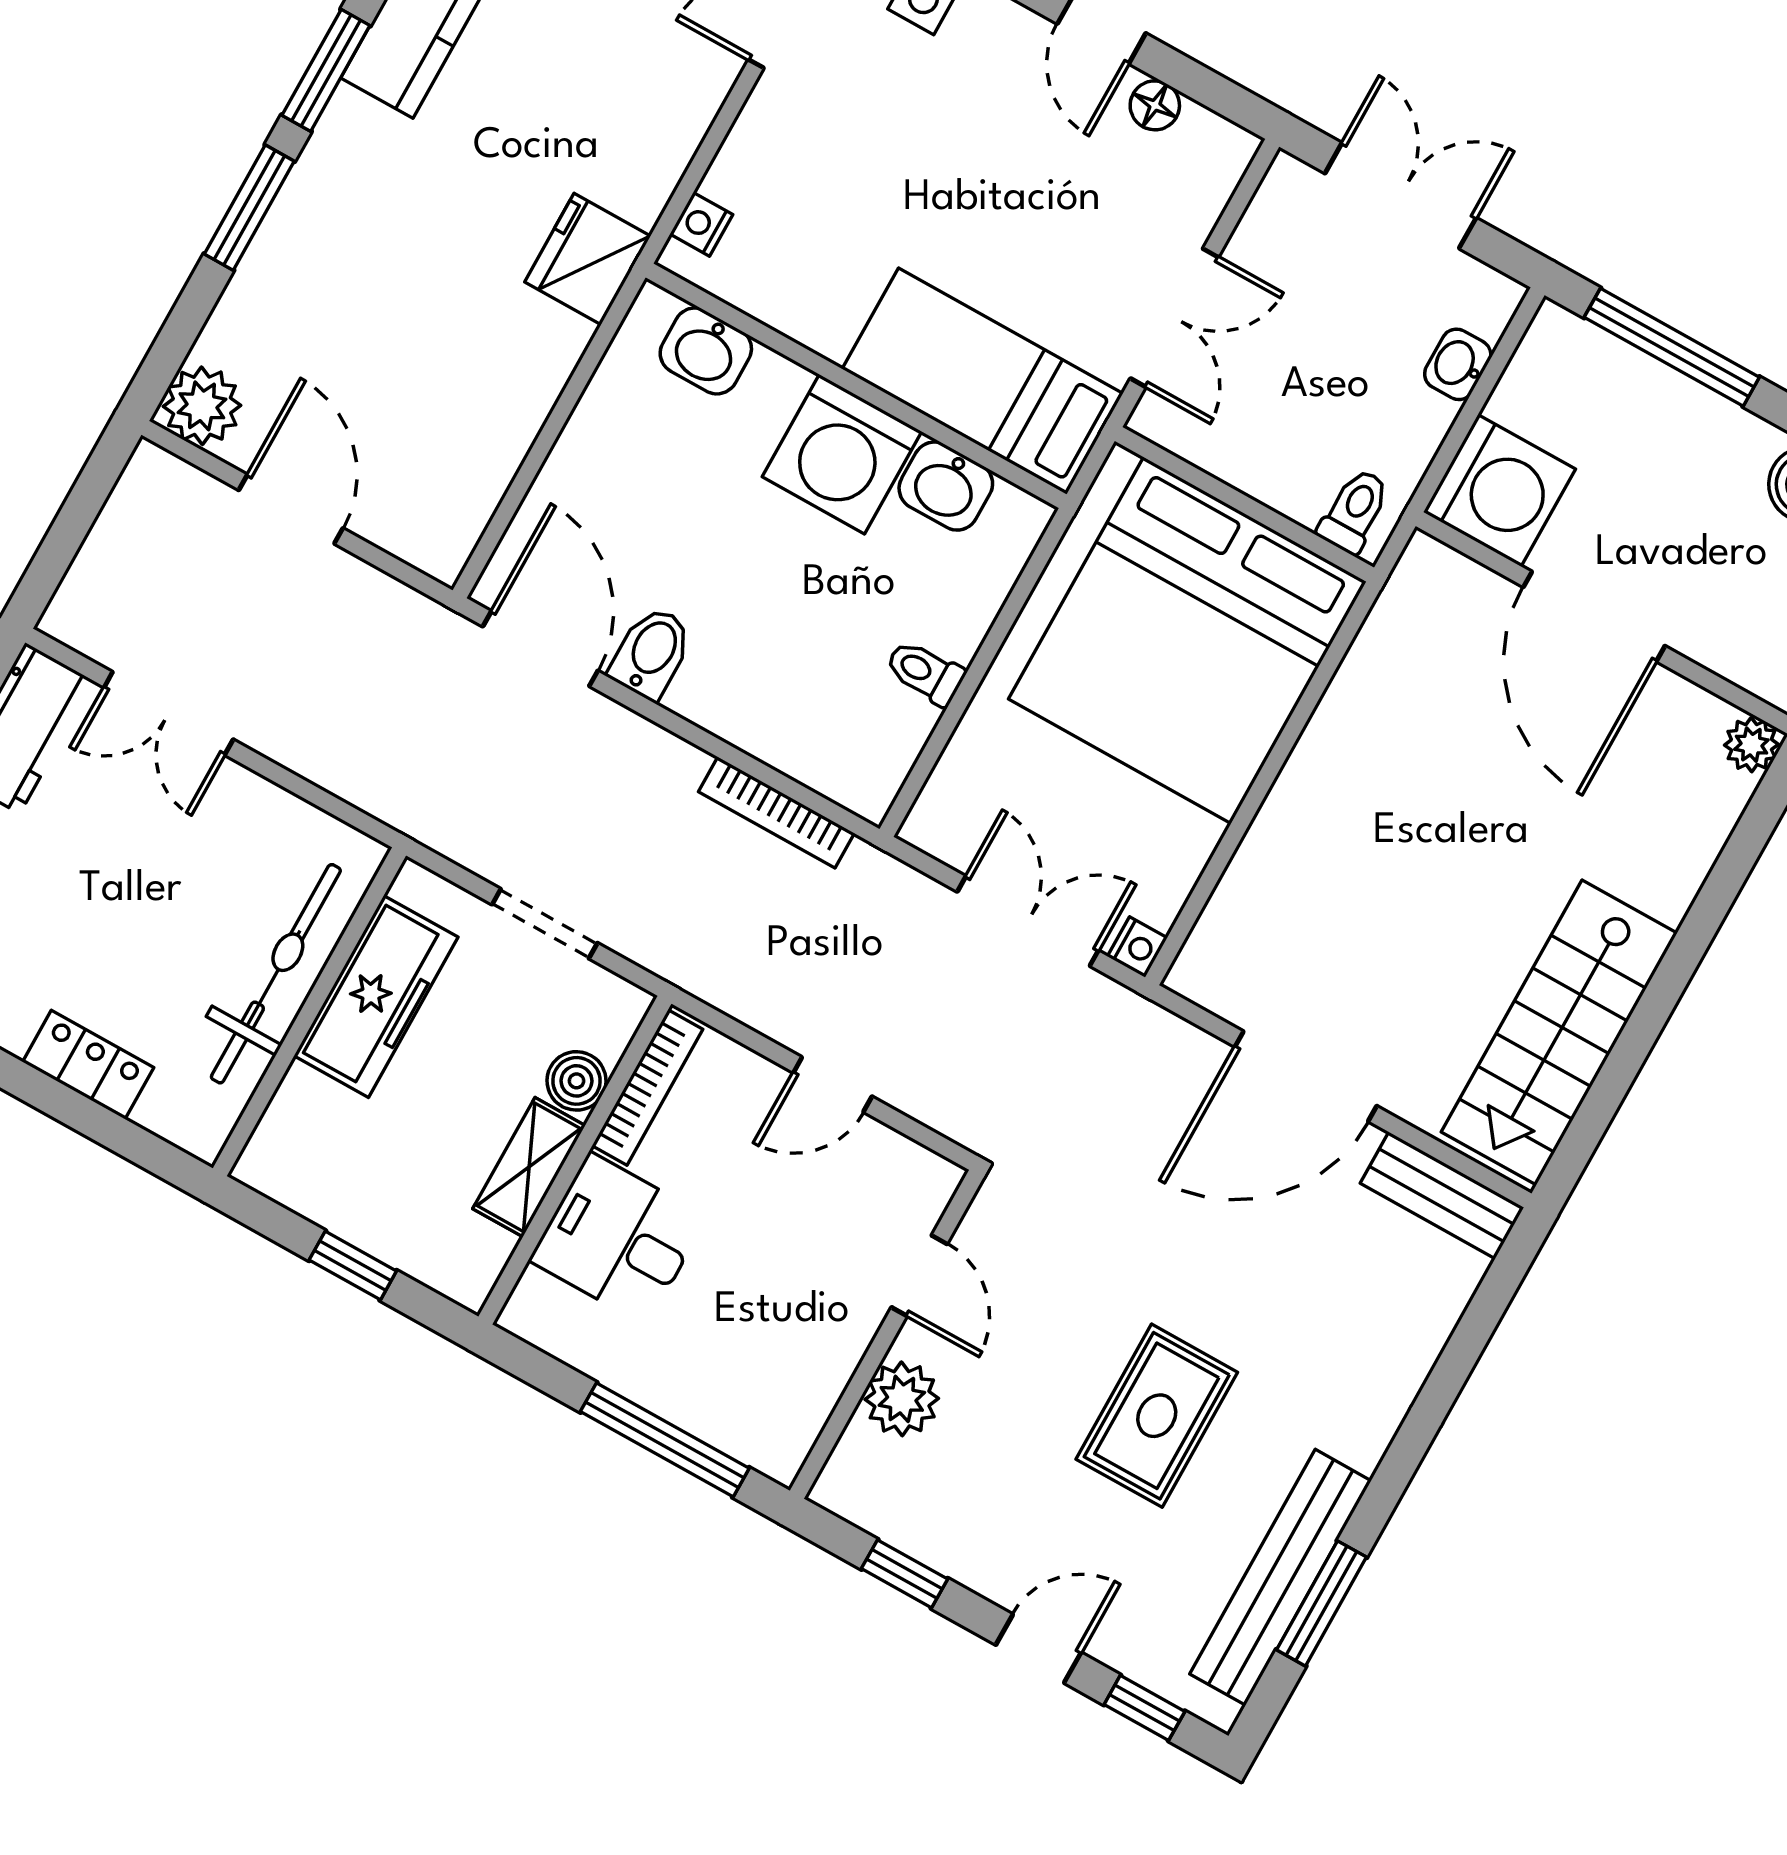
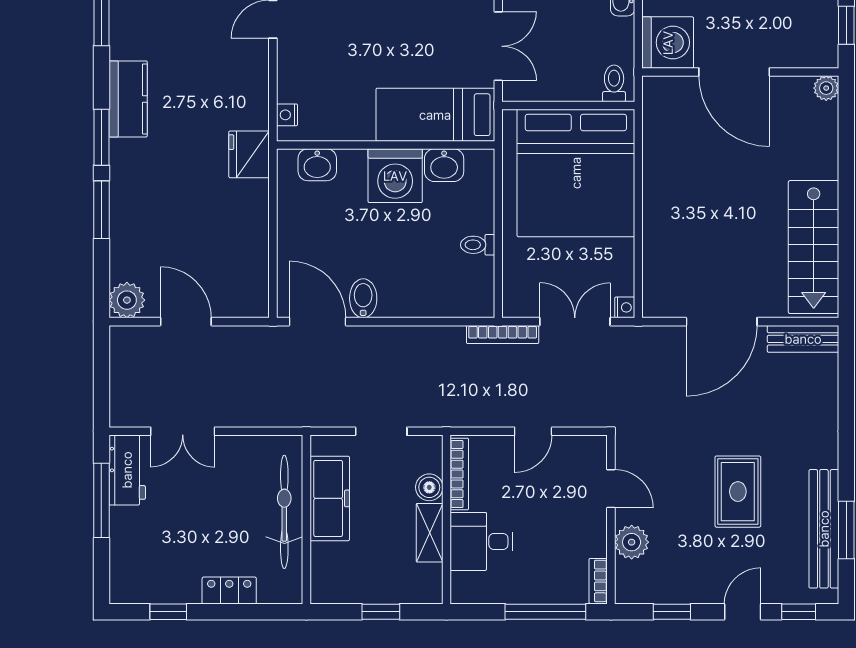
bookcase: (776, 812) -> (503, 335), moved
bookcase: (797, 1437) -> (598, 581), added

